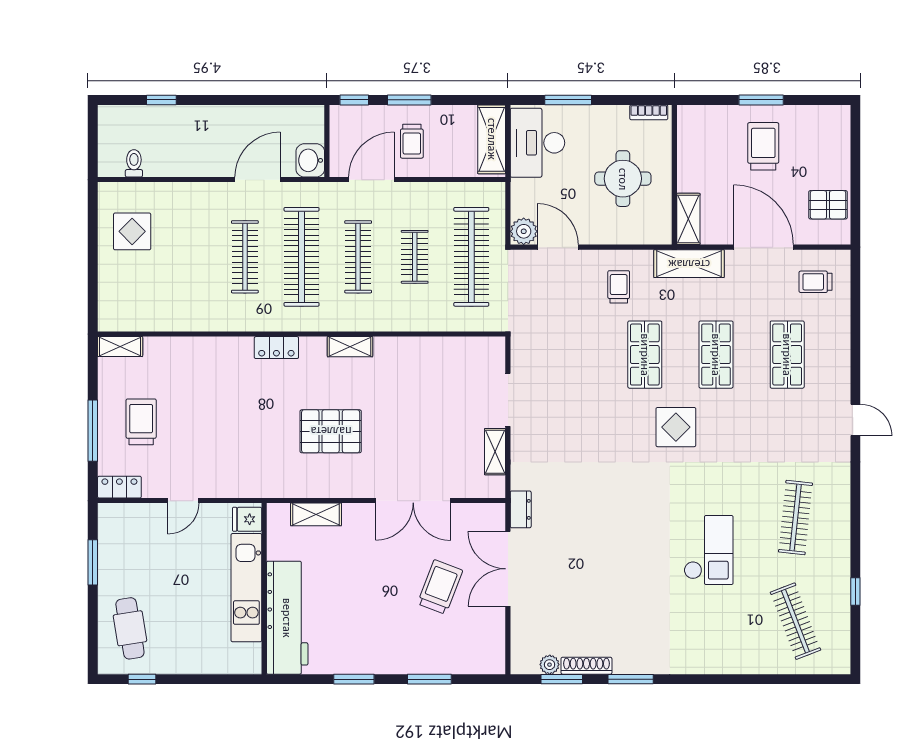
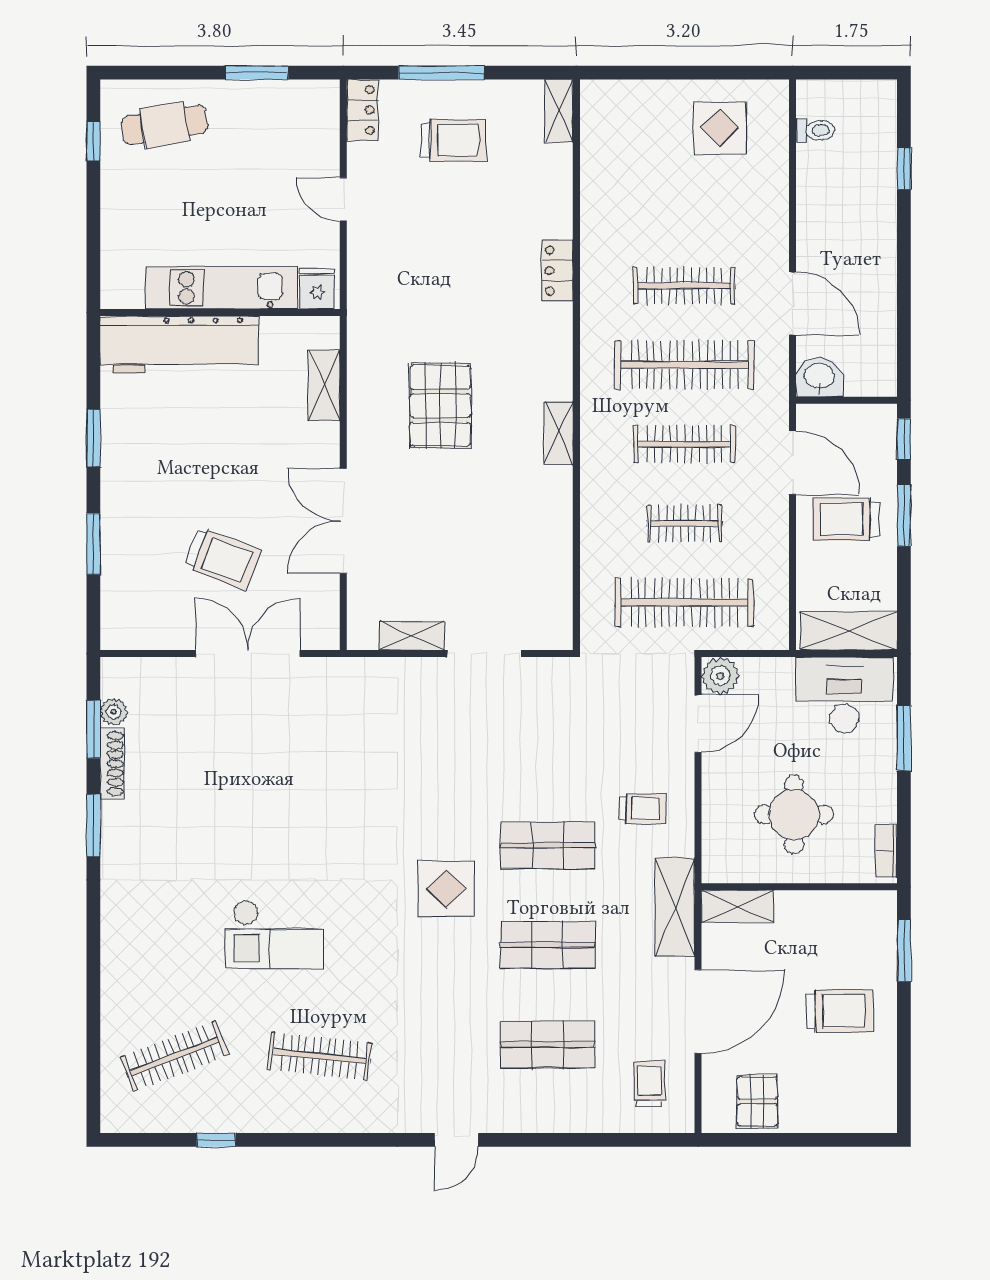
window: (761, 100) -> (904, 950), moved
trolley: (412, 141) -> (846, 519), width x1.36, depth x1.39
locker: (276, 348) -> (557, 271), moved
dresser: (521, 509) -> (331, 672), removed

